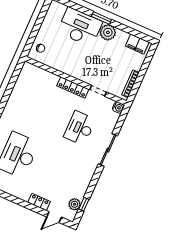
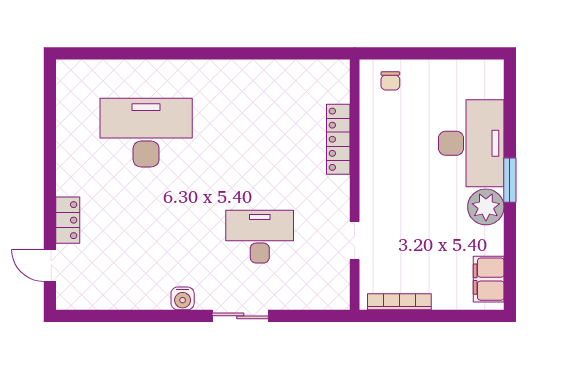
locker: (73, 88) -> (338, 139), moved
water cooler: (118, 108) -> (183, 298), moved
sliding door: (108, 150) -> (240, 316), width x0.73
plant: (74, 204) -> (96, 296), removed
window: (84, 204) -> (104, 316), removed

